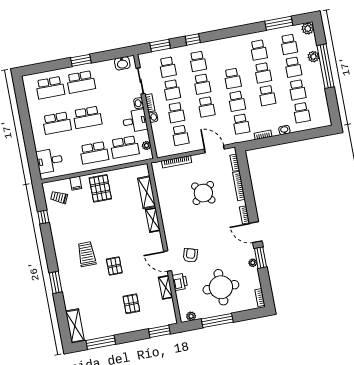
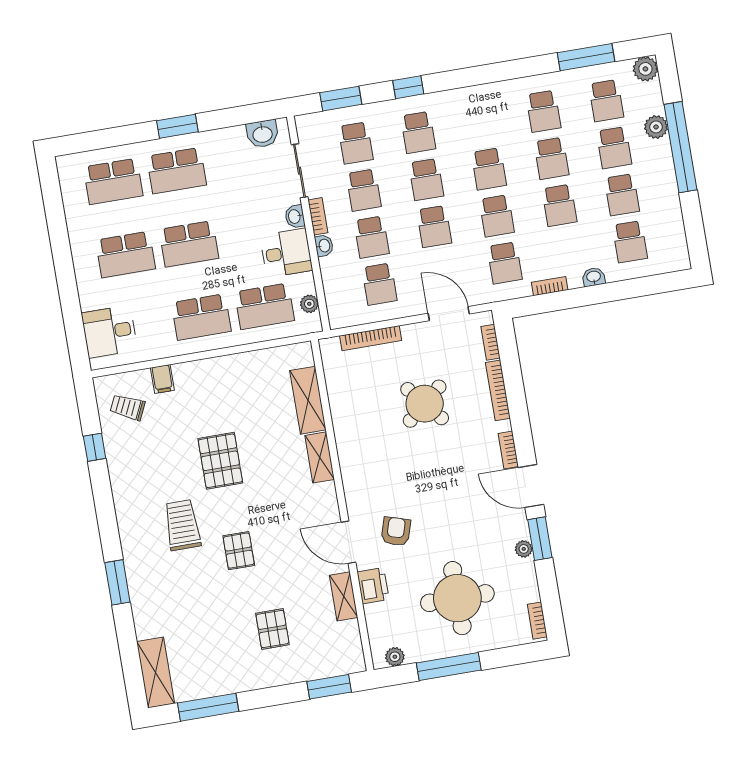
pallet: (100, 188) -> (220, 461), moved

